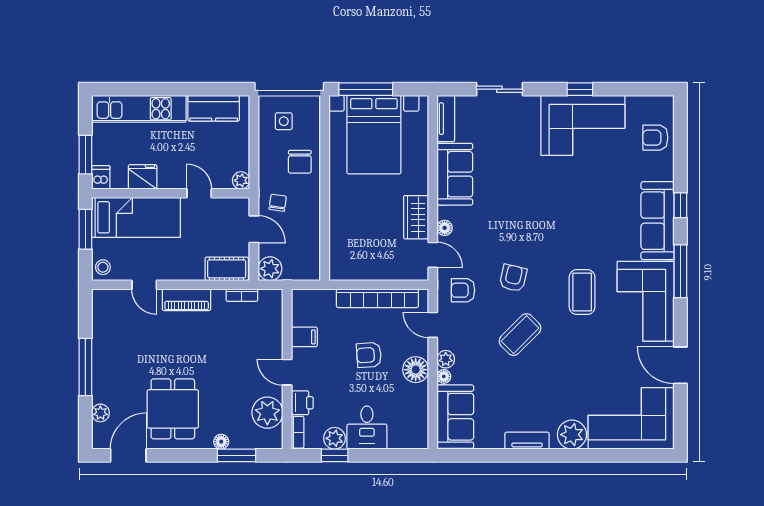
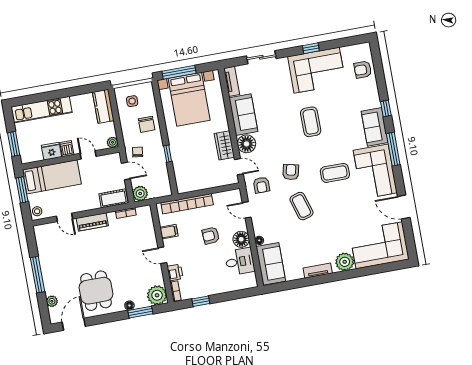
kitchen counter: (214, 108) -> (103, 106), moved, turned 90
dishwasher: (101, 177) -> (67, 149), moved
coffee table: (558, 205) -> (311, 122), added
window: (325, 214) -> (168, 154), added
sofa: (658, 221) -> (375, 127), width x0.73
floor lamp: (445, 228) -> (247, 144), width x1.89, depth x1.89
armchair: (463, 290) -> (261, 185), turned -90
coffee table: (582, 292) -> (335, 173), turned 90
bookcase: (377, 298) -> (187, 204), moved
coffee table: (520, 335) -> (301, 206), turned -62
plant: (446, 359) -> (258, 230), removed
plant: (267, 413) -> (157, 295), moved
desk: (367, 428) -> (240, 262), moved, turned -90
plant: (334, 438) -> (199, 291), removed

